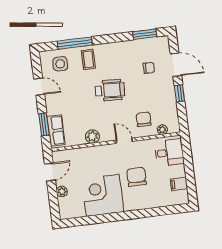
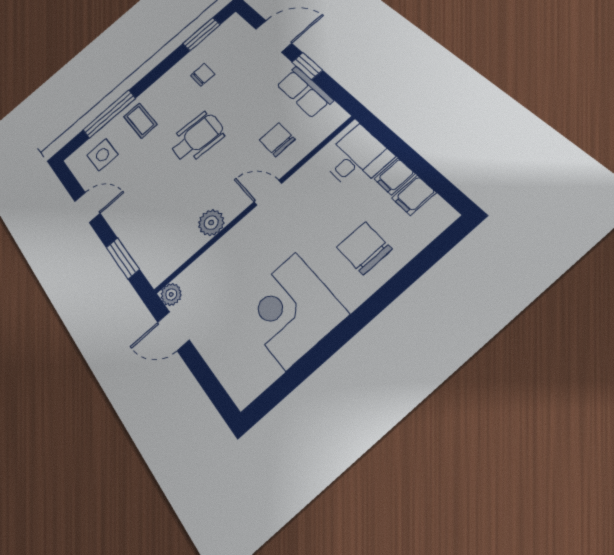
chair: (149, 68) -> (203, 75), moved
row of seats: (56, 130) -> (304, 92), moved, turned 180
plant: (162, 130) -> (319, 133), removed
filing cabinet: (178, 171) -> (395, 176), added
door: (50, 172) -> (173, 331), swing flipped
chair: (136, 177) -> (364, 248), moved
plant: (62, 191) -> (171, 294), moved

